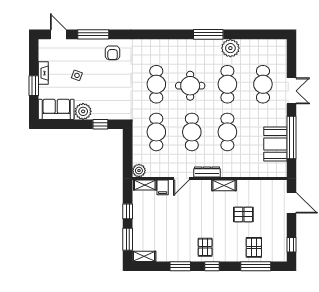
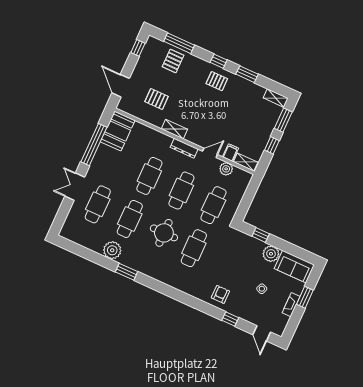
window: (93, 34) -> (230, 319), width x0.46
window: (208, 34) -> (127, 272), width x0.69
booth: (275, 144) -> (118, 131), moved
plant: (139, 171) -> (226, 169), moved
pallet: (243, 214) -> (157, 99), moved
pallet: (205, 247) -> (217, 81), turned 90

